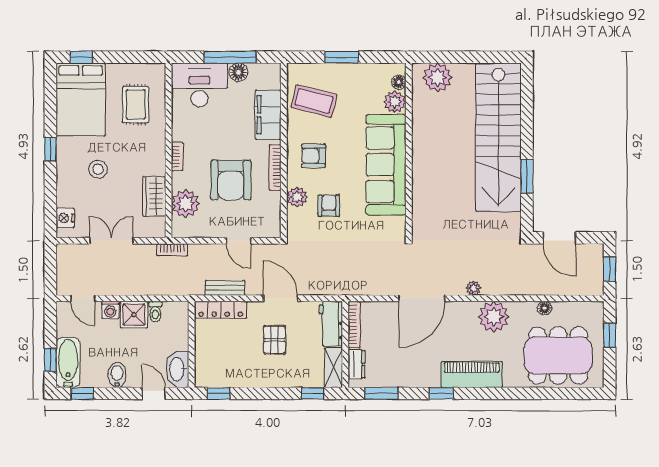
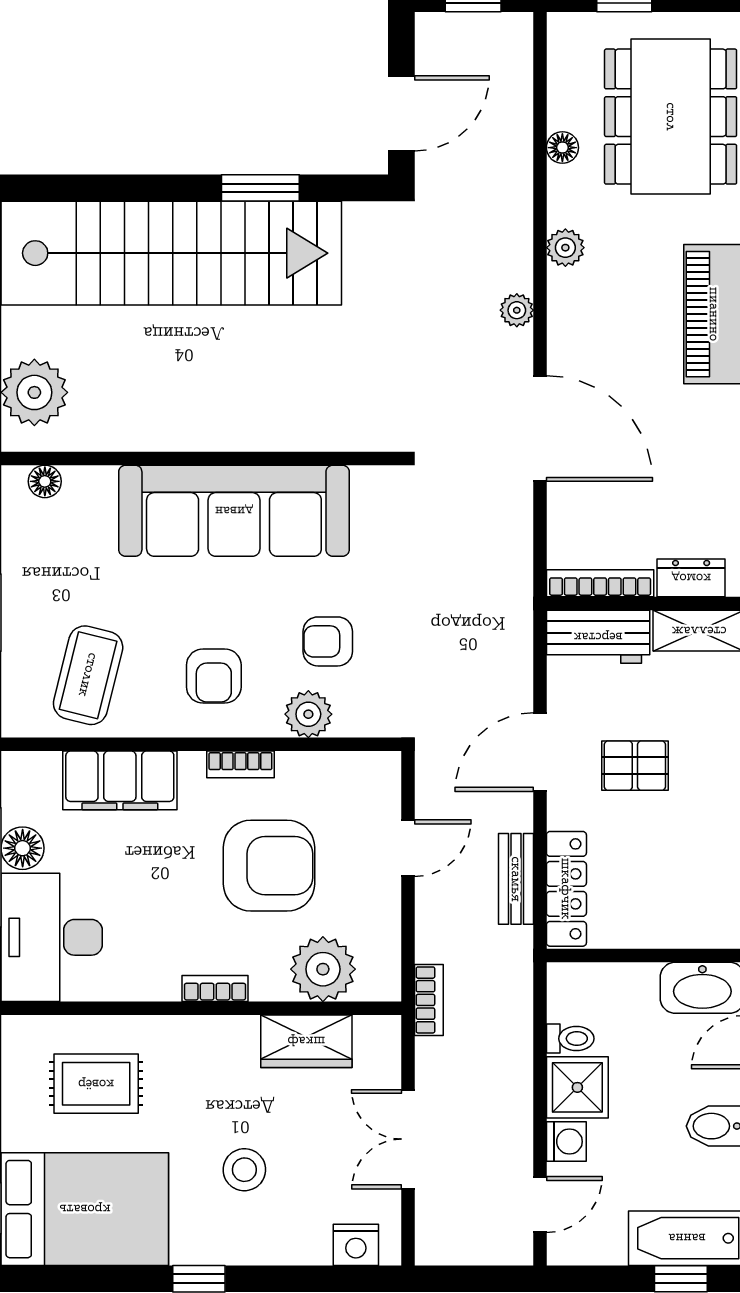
plant: (395, 102) -> (90, 490), removed
bookcase: (275, 168) -> (240, 764), width x0.64
plant: (494, 317) -> (565, 248), width x0.53, depth x0.53

